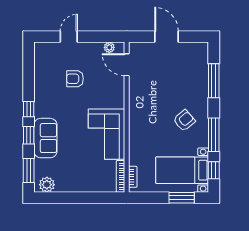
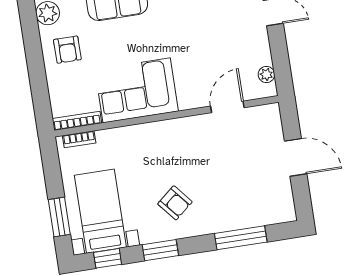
door: (167, 37) -> (296, 157), hinge flipped
door: (127, 65) -> (227, 107), moved
armchair: (75, 79) -> (67, 50), moved, turned 180
window: (214, 135) -> (160, 250), width x0.69

